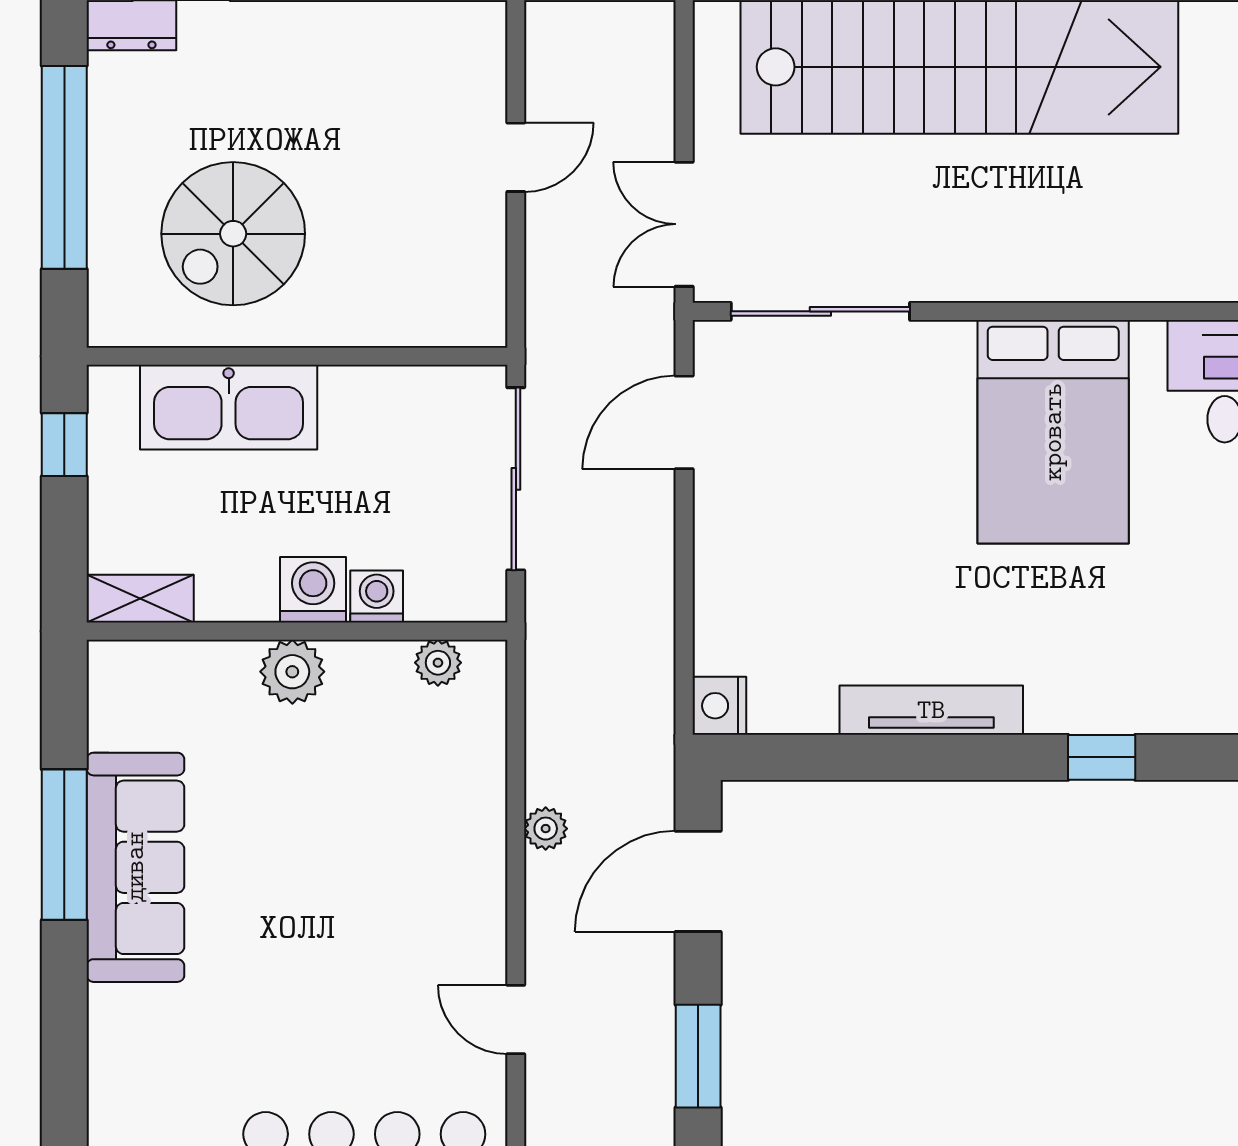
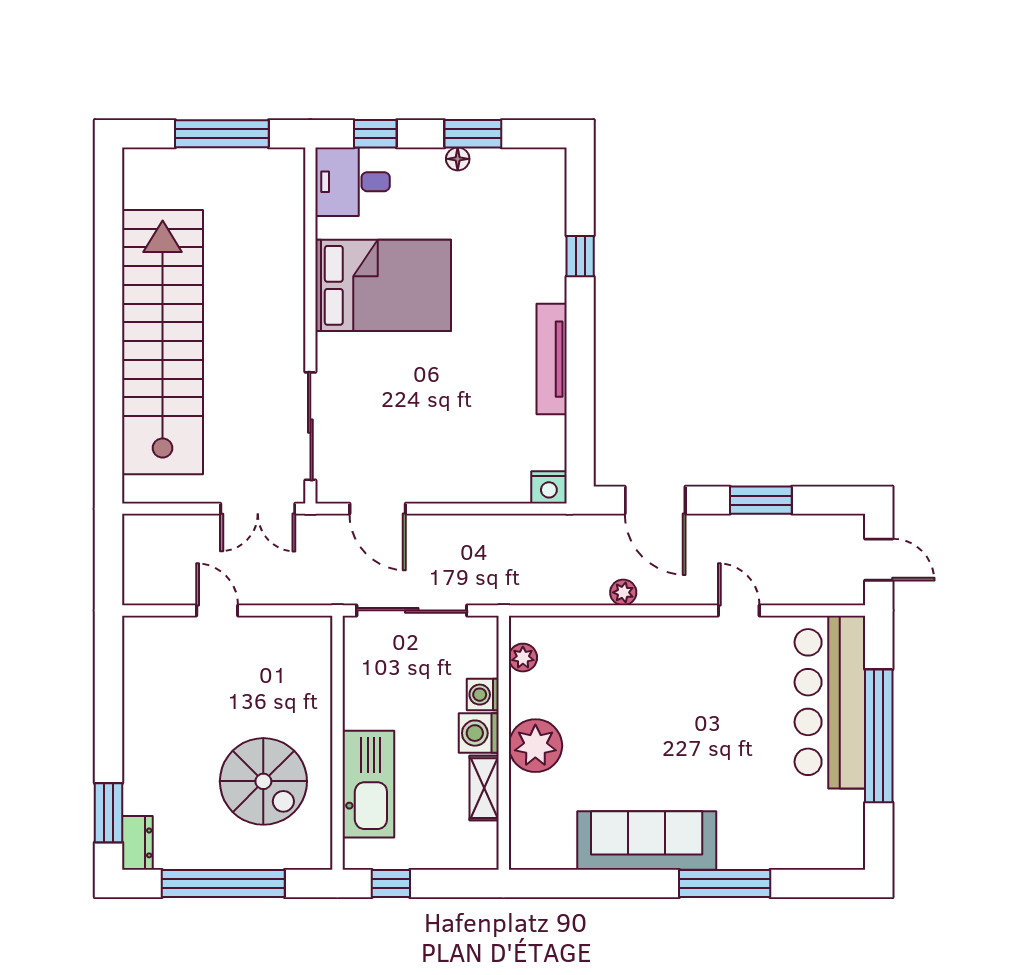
shelving: (140, 599) -> (484, 788), moved
plant: (292, 672) -> (535, 746), width x1.36, depth x1.36
window: (64, 845) -> (725, 884), moved
door: (516, 1020) -> (739, 610), swing flipped

